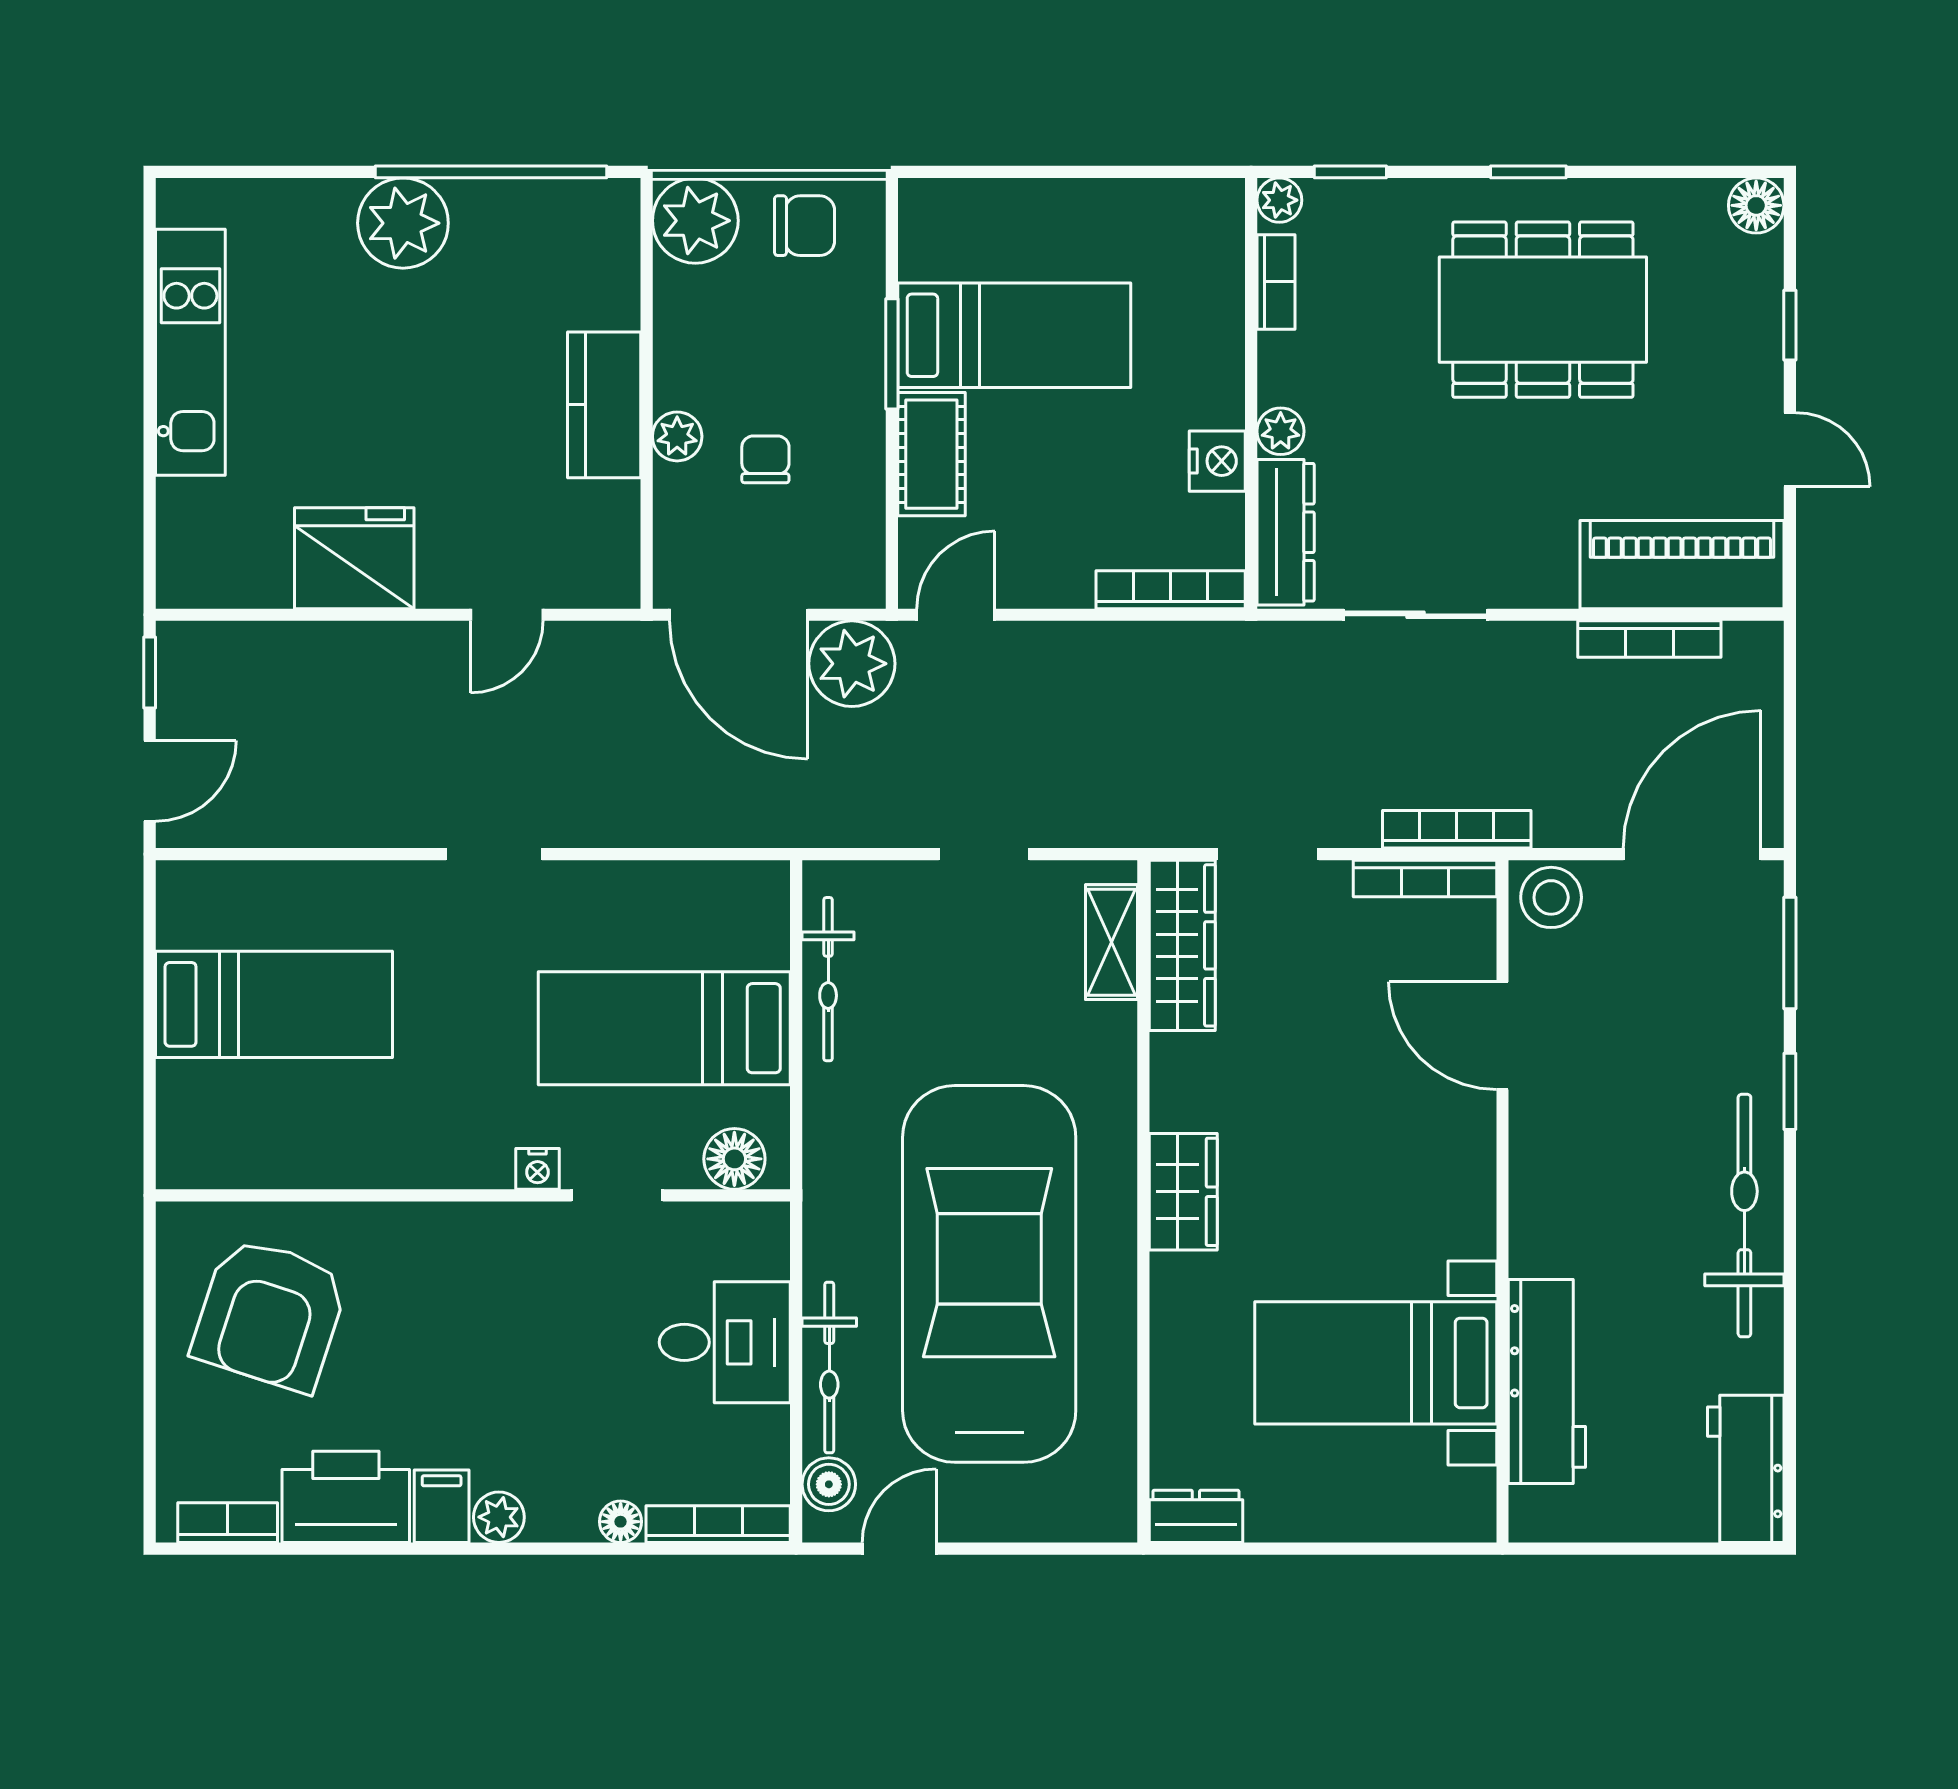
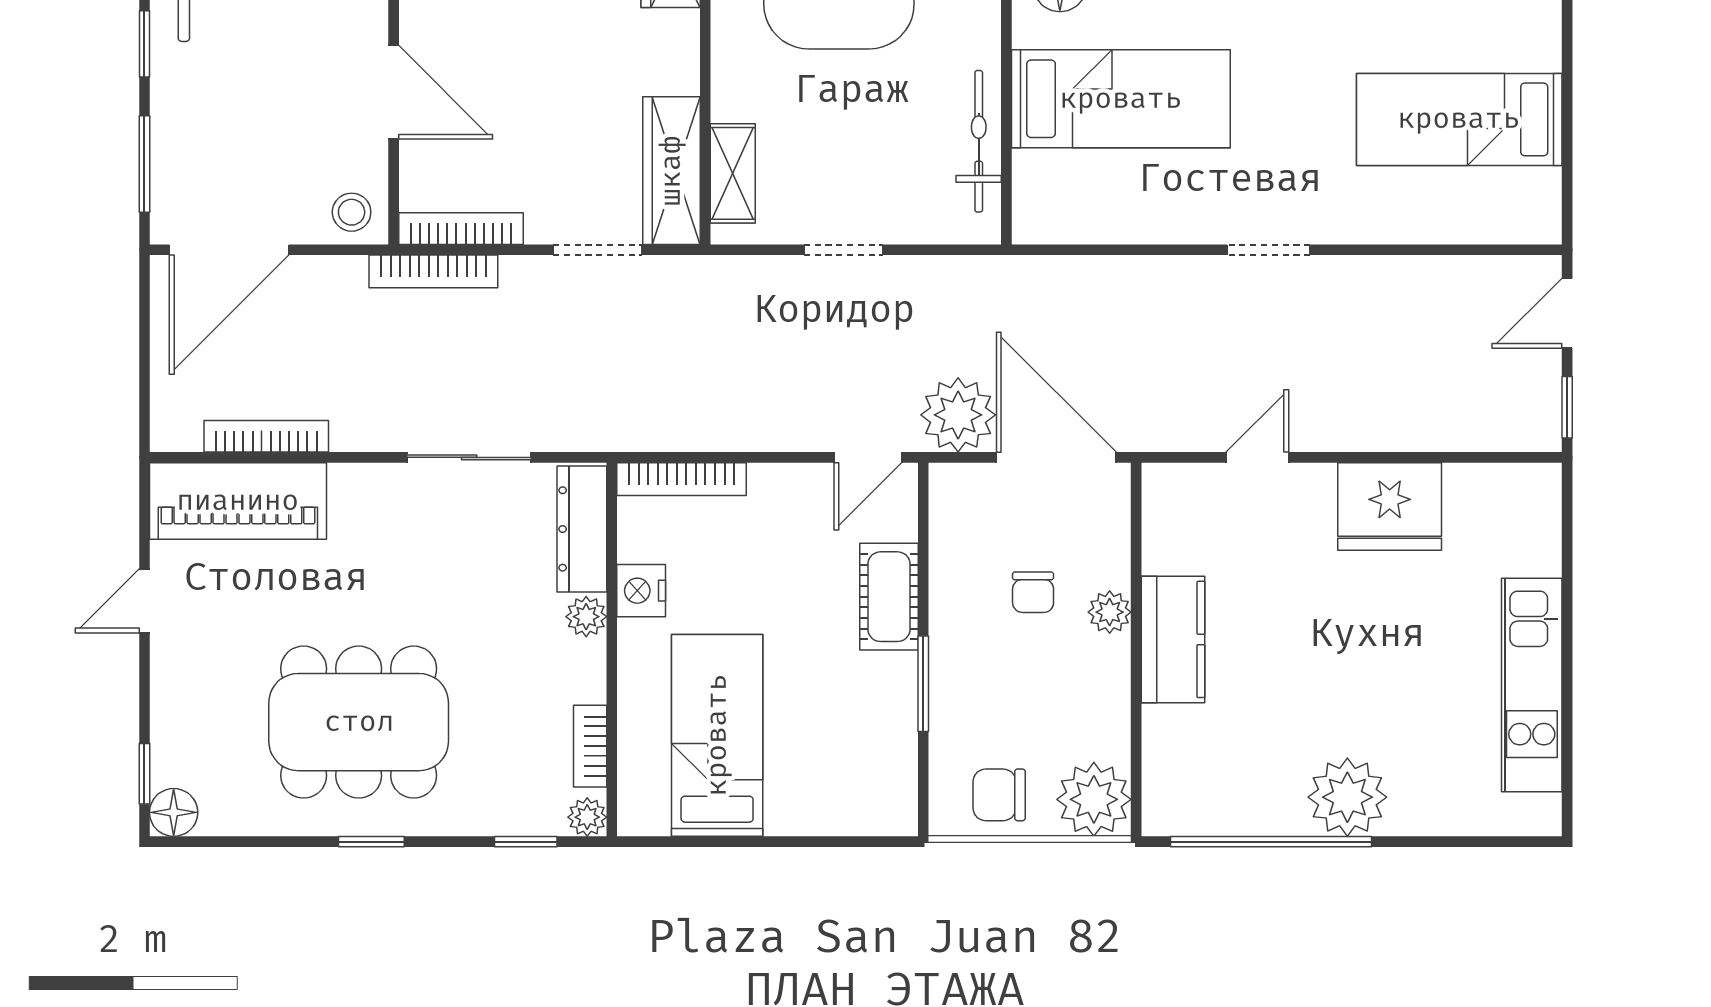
window: (1790, 325) -> (144, 774), moved
bed: (1014, 335) -> (717, 735), moved, turned 90
door: (1790, 450) -> (144, 601), hinge flipped
stool: (1551, 897) -> (352, 212), width x0.73, depth x0.73

